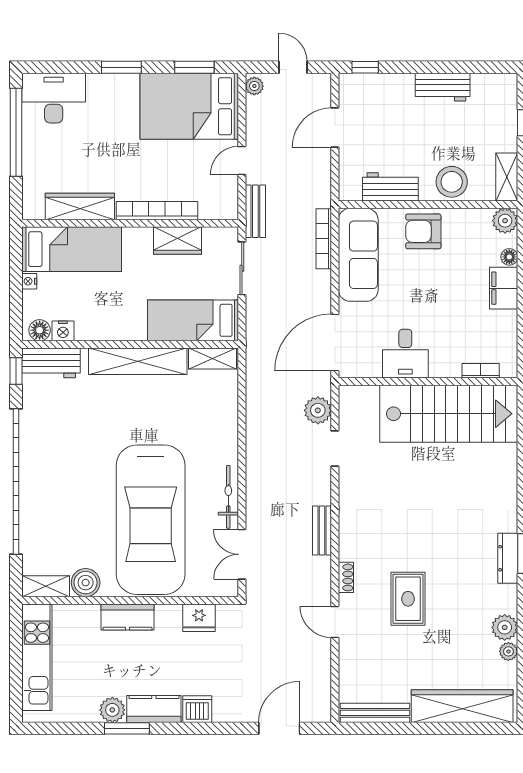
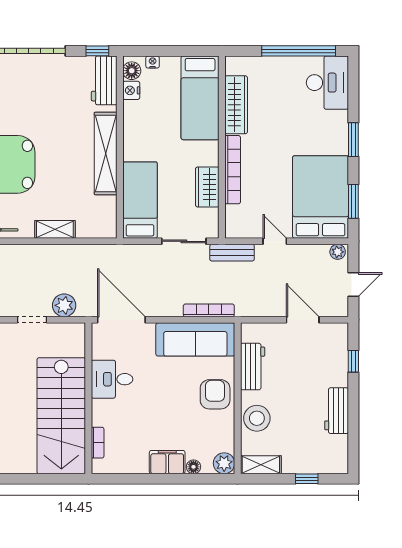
window: (365, 67) -> (353, 361), moved
nightstand: (29, 281) -> (153, 62), moved
shelving: (213, 358) -> (55, 229), moved, turned 90

